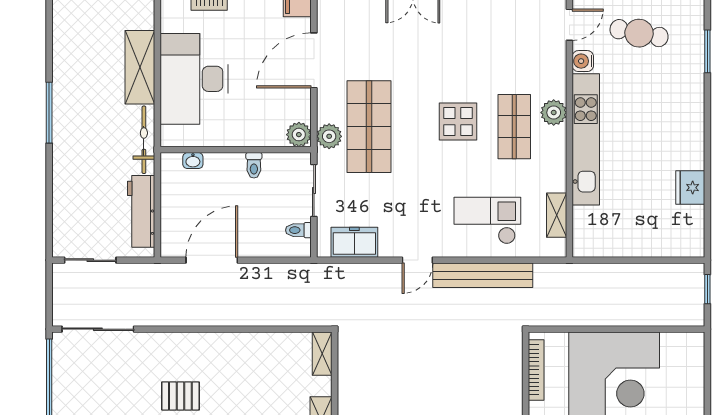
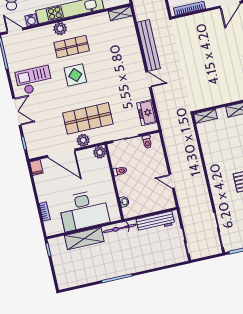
plant: (329, 136) -> (83, 140), moved
shelving: (557, 215) -> (120, 13), moved
checkout: (487, 221) -> (34, 80), moved, turned 90
door: (212, 260) -> (172, 181), width x0.53

